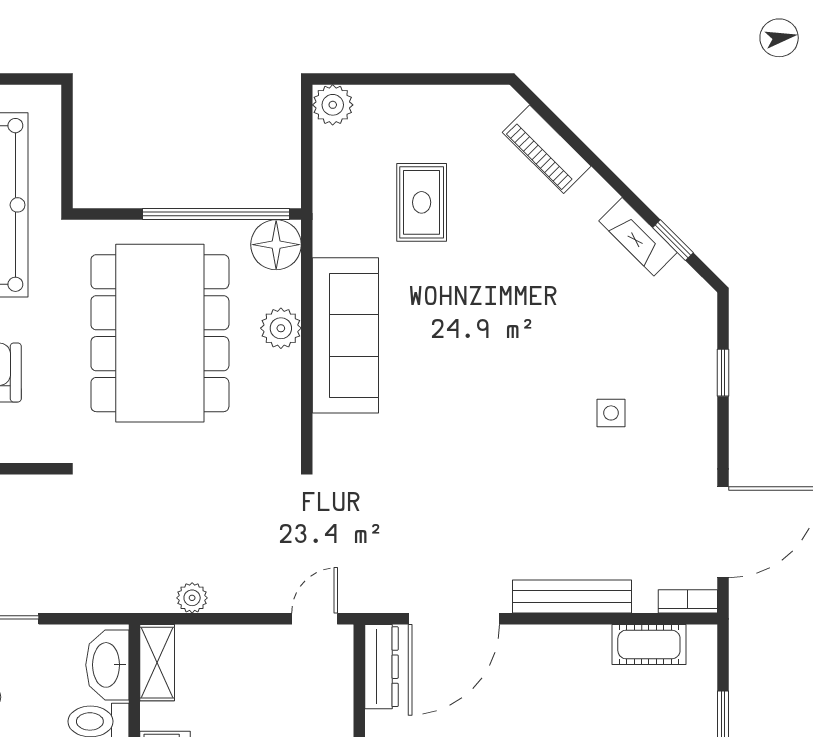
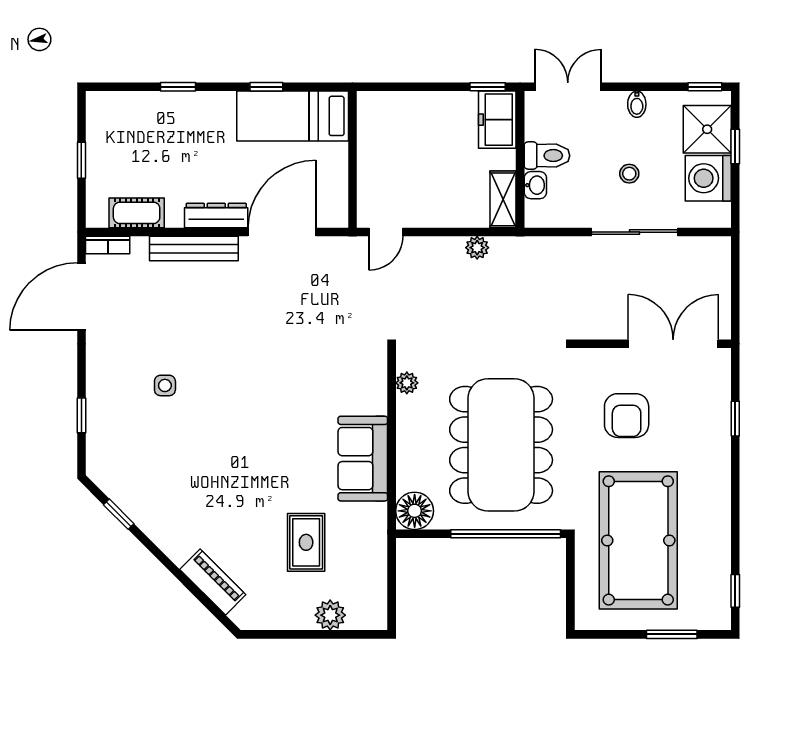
plant: (333, 105) -> (330, 615), moved
window: (216, 214) -> (506, 534), moved
fireplace: (638, 237) -> (145, 517), removed
plant: (281, 328) -> (407, 383), moved, width x0.73, depth x0.73
sofa: (345, 335) -> (363, 459), width x0.73
washbasin: (107, 665) -> (535, 185), width x0.52, depth x0.69
dresser: (381, 667) -> (216, 216), moved, turned 90

